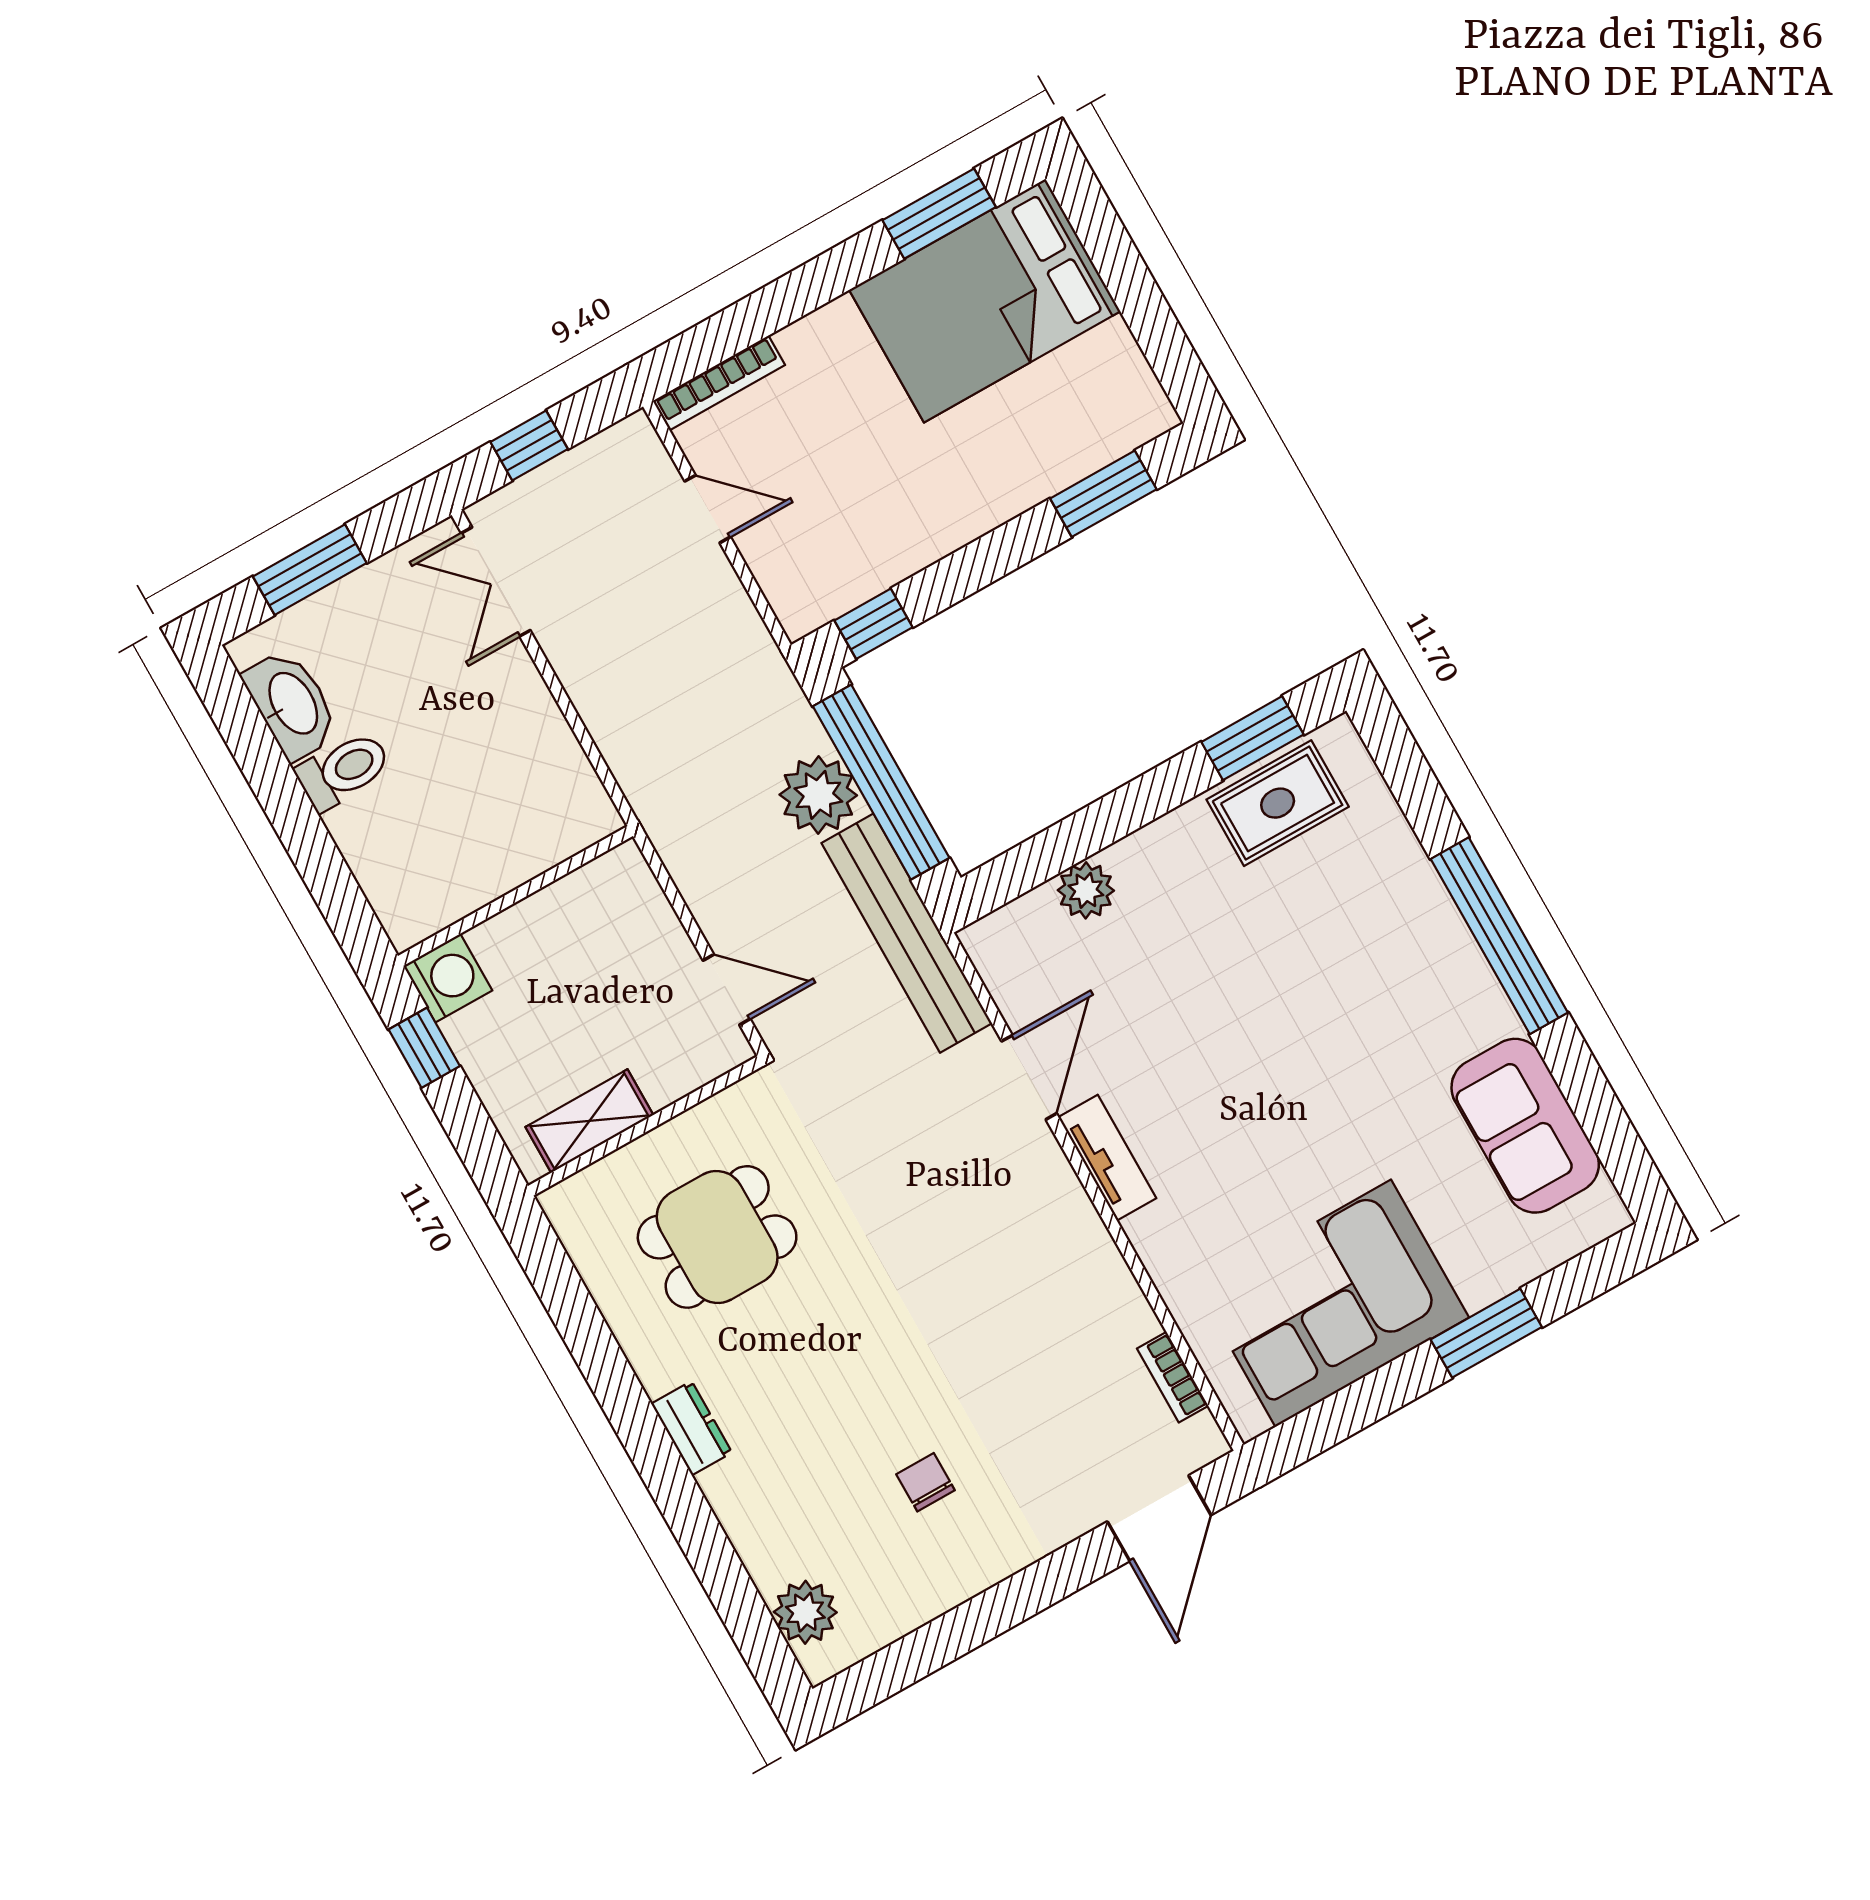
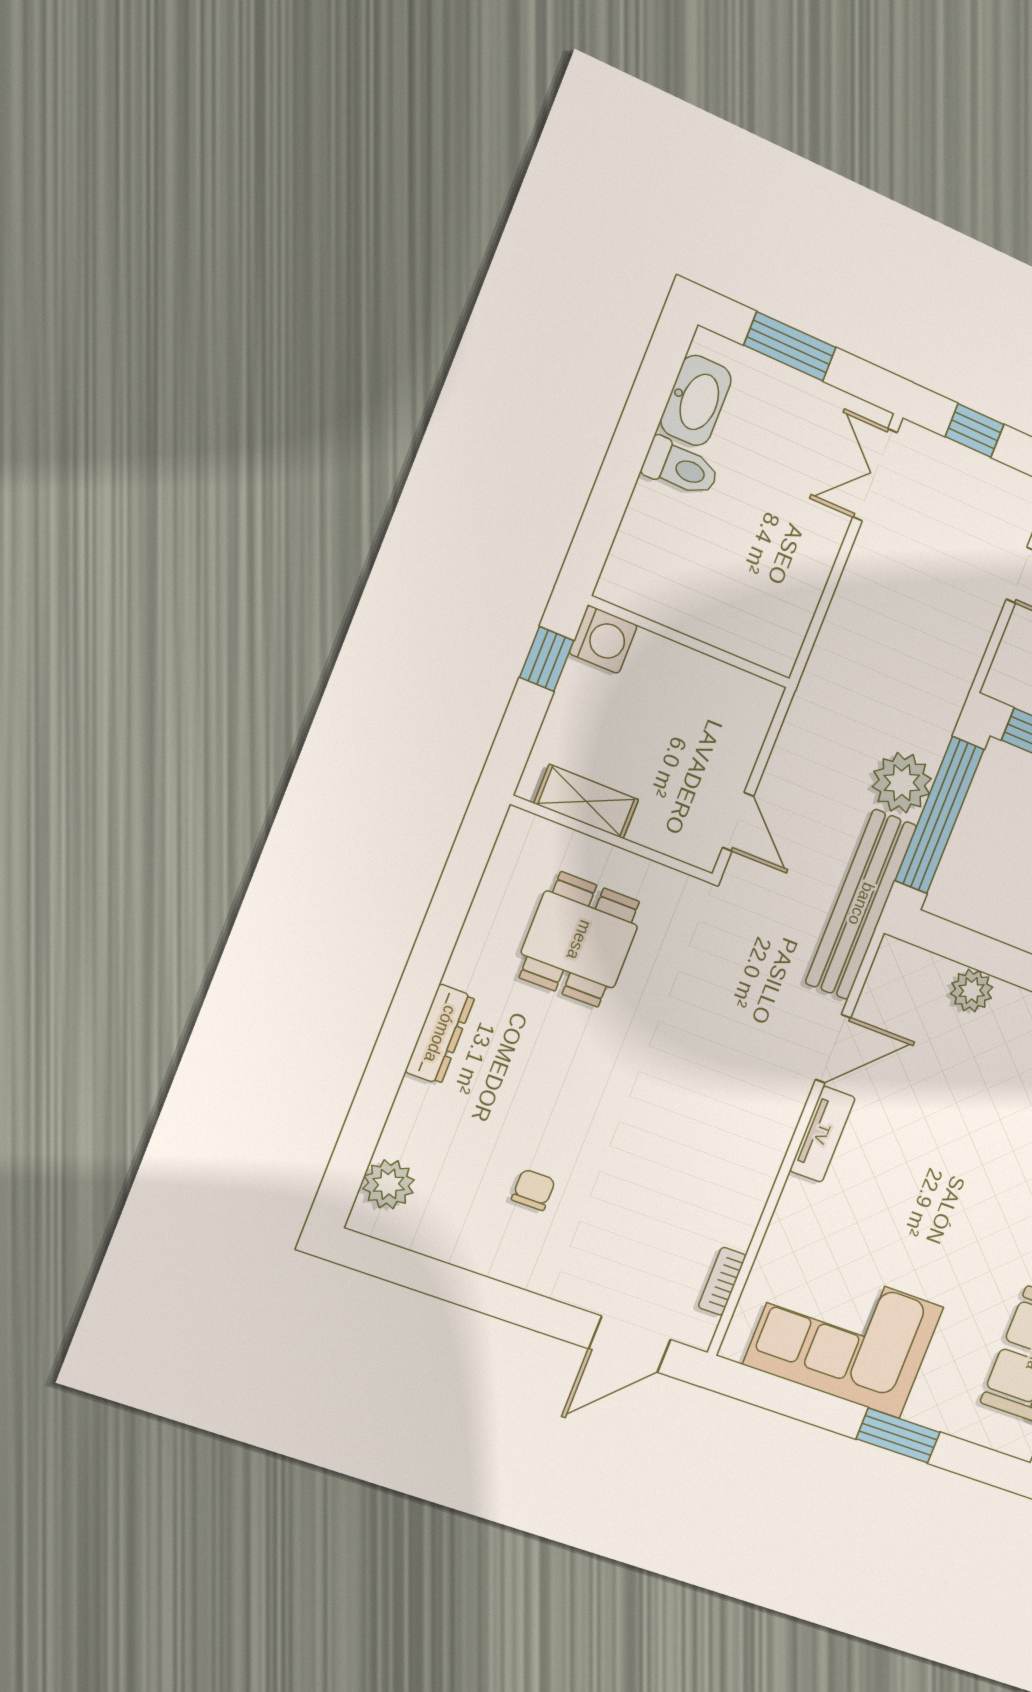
dining table: (717, 1237) -> (579, 940), turned 90
dresser: (692, 1428) -> (440, 1034), width x1.44

